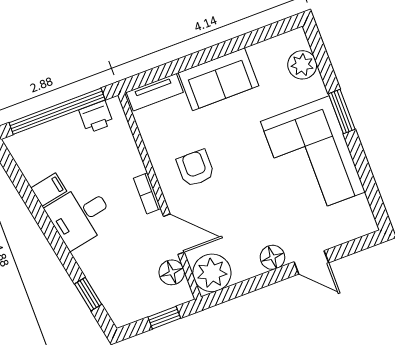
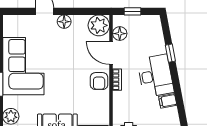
armchair: (195, 168) -> (99, 81), moved
desk: (80, 216) -> (155, 76), width x1.37
window: (88, 294) -> (170, 53), moved

